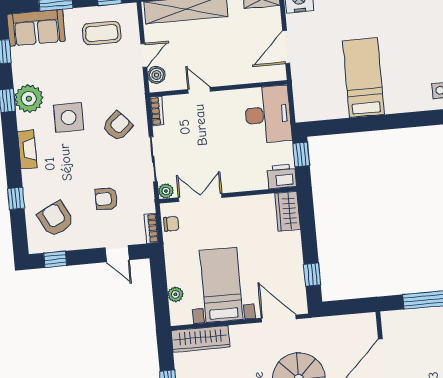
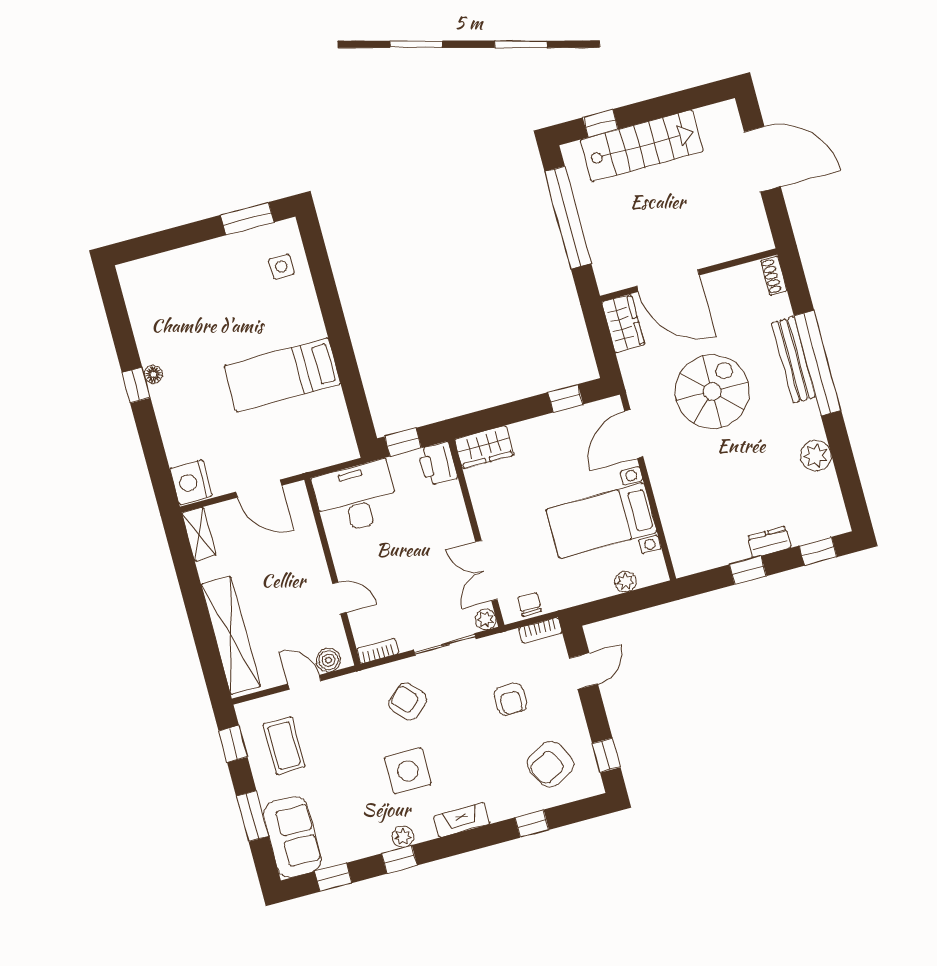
door: (199, 90) -> (339, 598), swing flipped
plant: (29, 99) -> (403, 837), width x0.53, depth x0.53
wardrobe: (200, 339) -> (623, 323), moved, width x0.67

